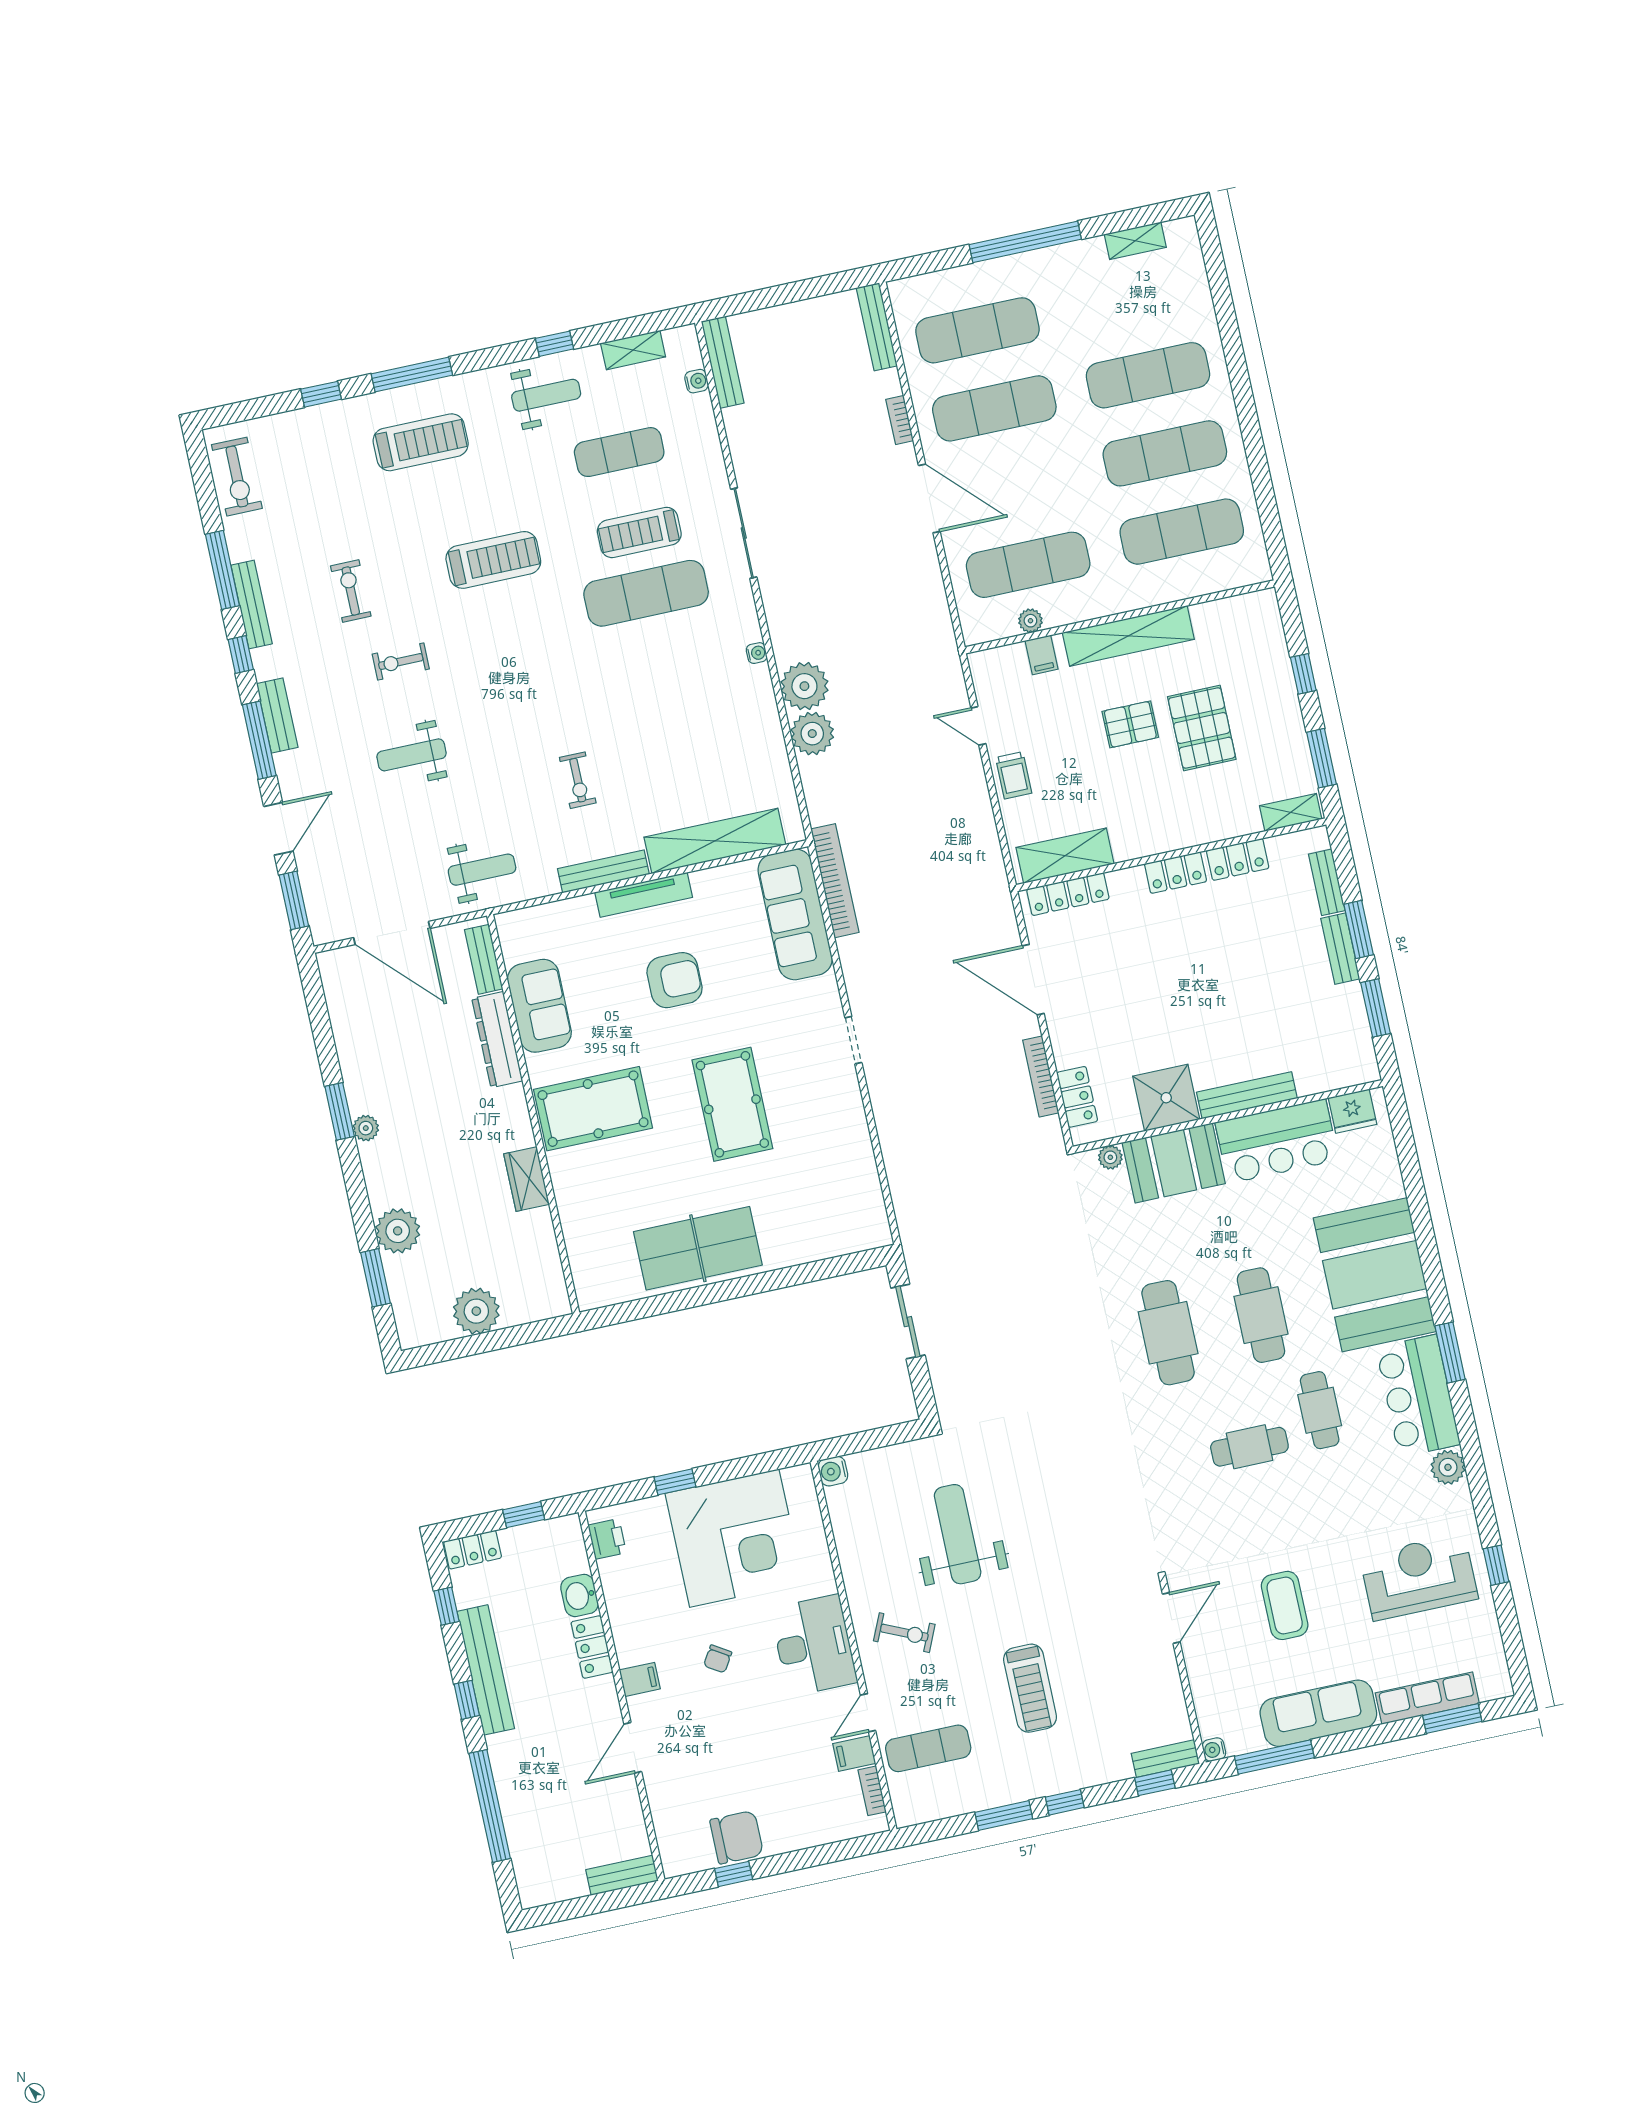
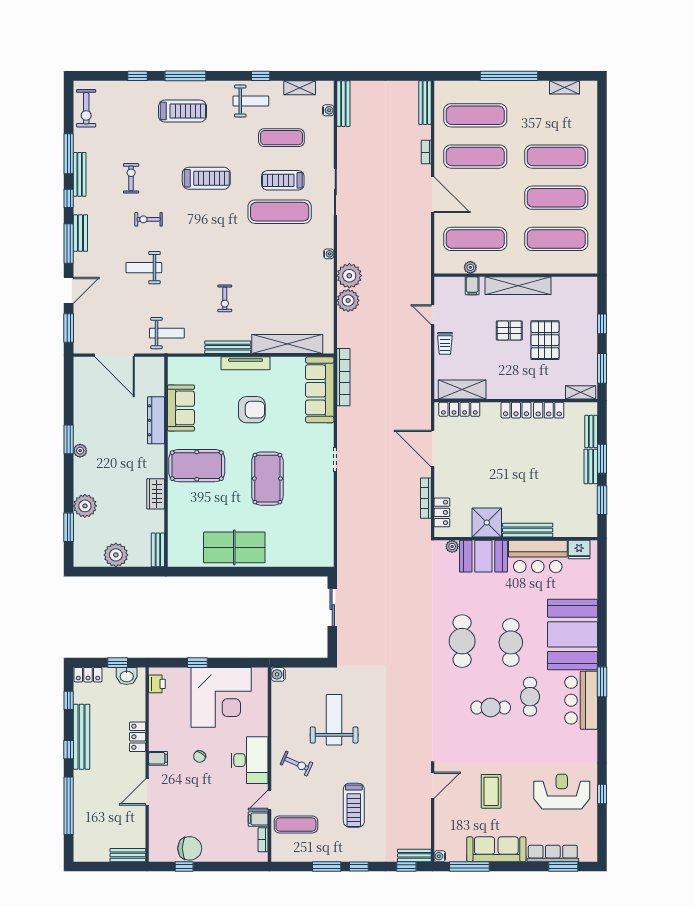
bench: (484, 959) -> (158, 550), moved
plant: (1448, 1467) -> (588, 739), removed
washbasin: (580, 1595) -> (127, 676), moved, turned -90

